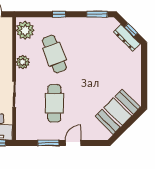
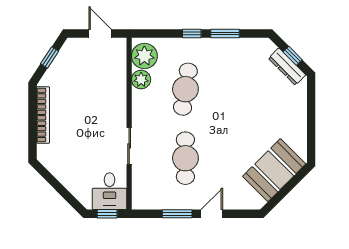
window: (97, 14) -> (225, 33), moved
cafe table: (54, 54) -> (185, 89), turned 30
plant: (23, 62) -> (141, 80), moved

